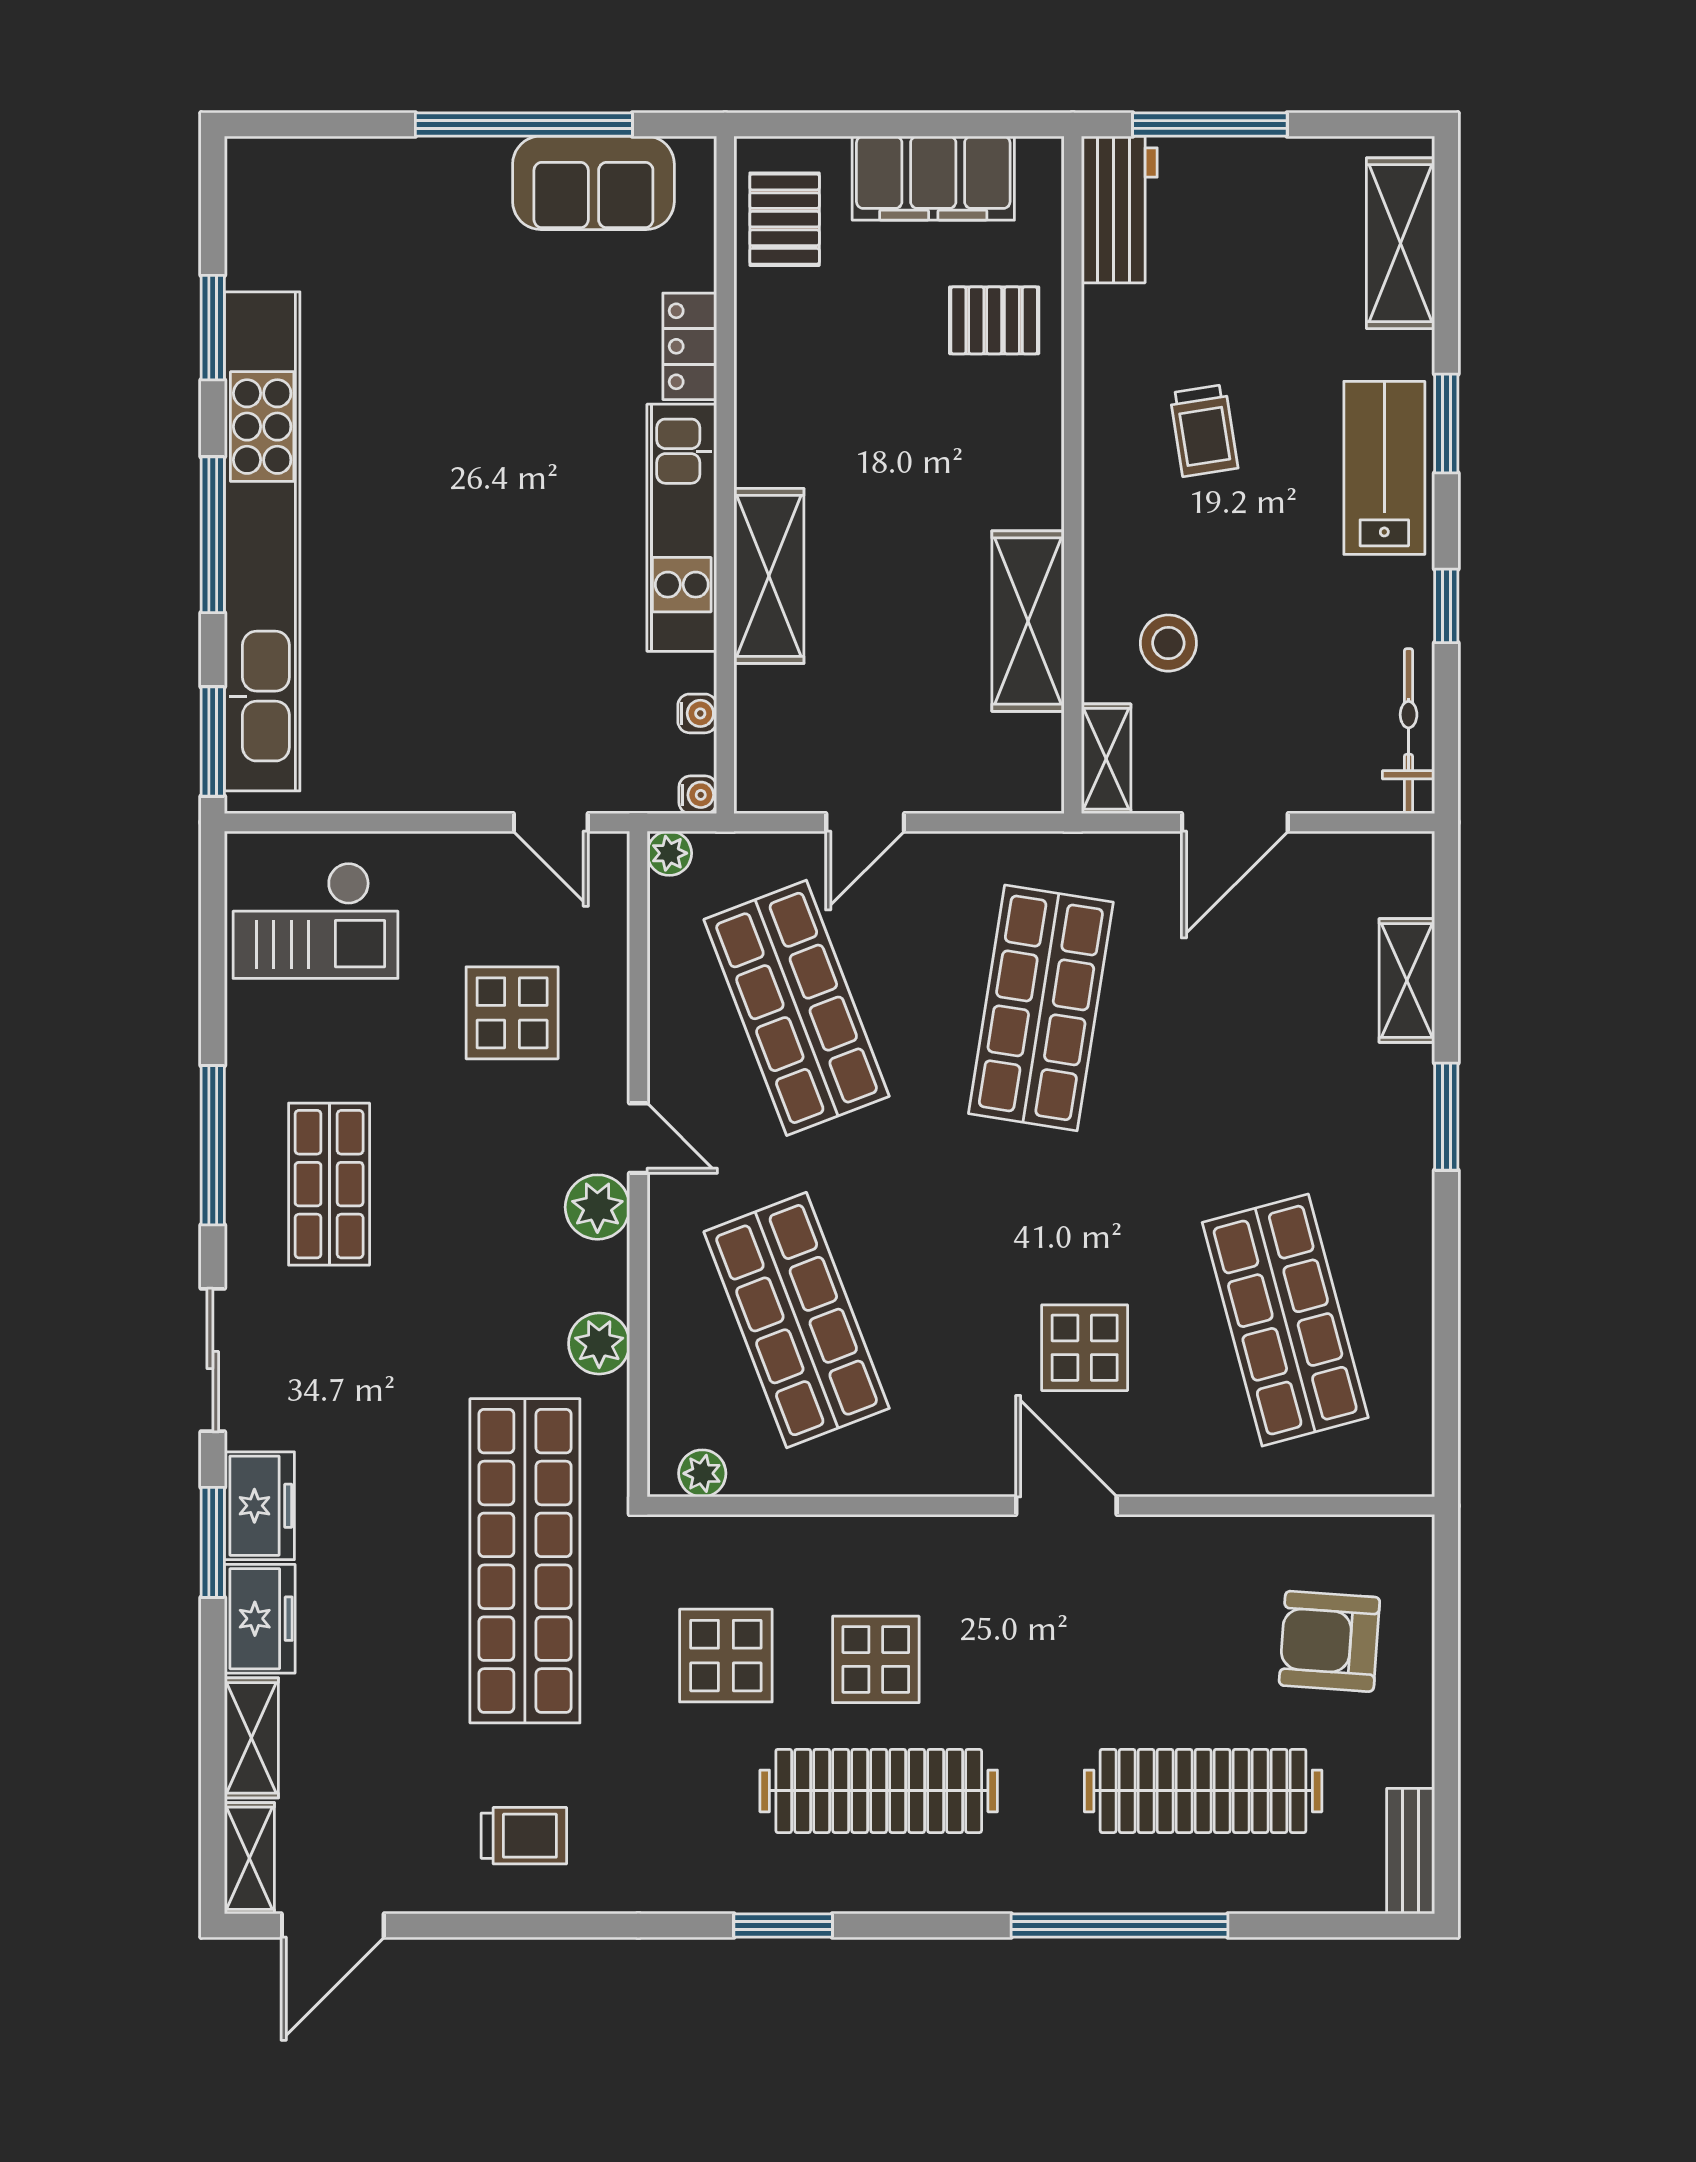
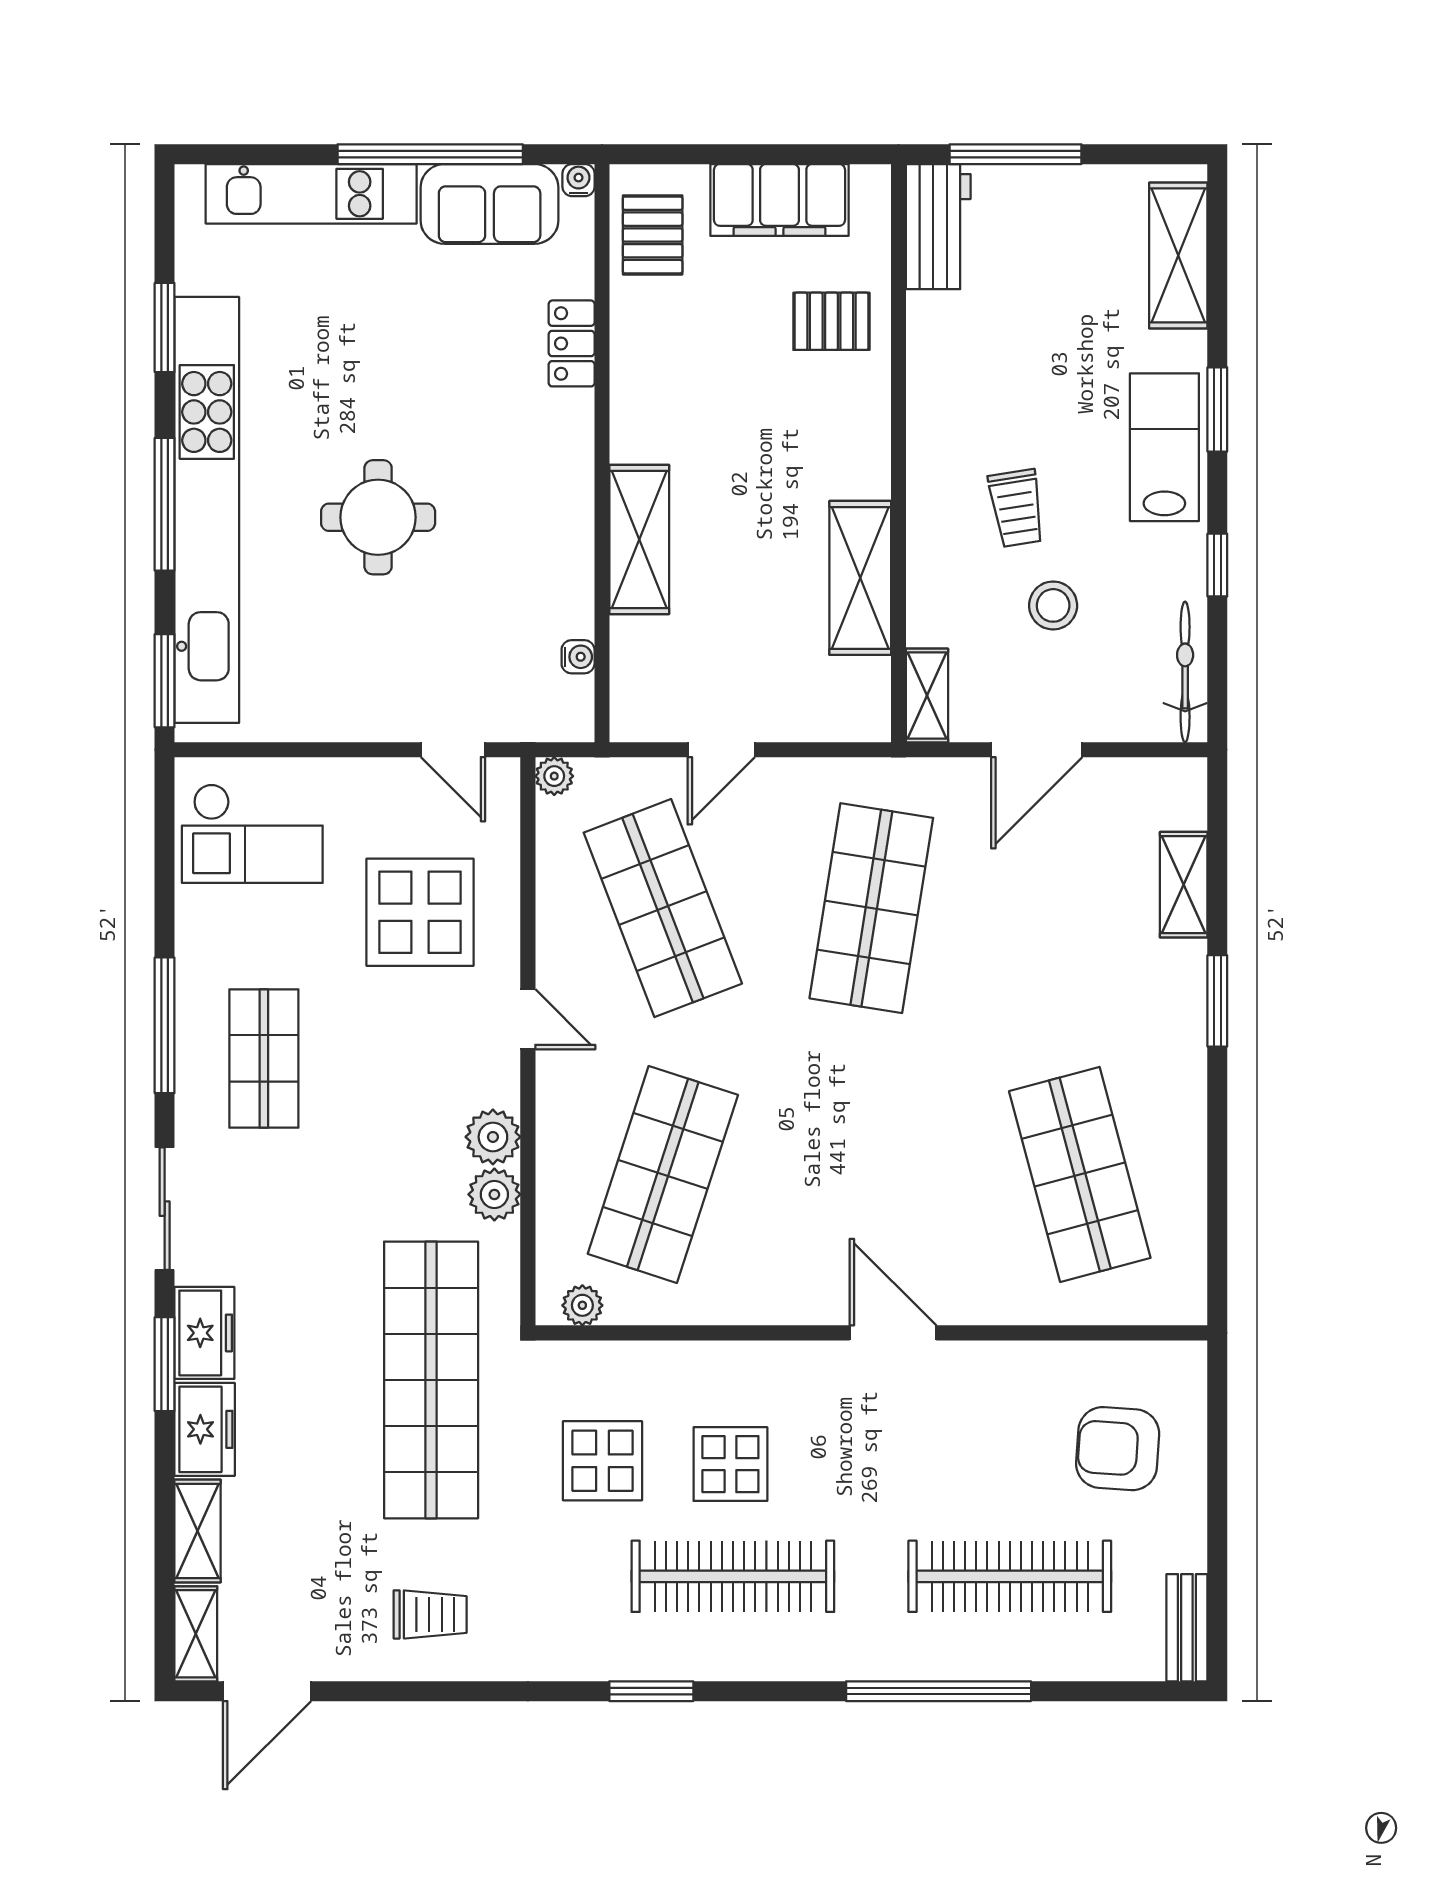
trolley: (1204, 431) -> (1017, 508), moved
kitchen unit: (682, 528) -> (311, 194), moved, turned -90
round table: (463, 550) -> (378, 517), added
stool: (1168, 643) -> (1053, 605), moved
water cooler: (698, 795) -> (579, 180), moved, turned -90
display table: (512, 1013) -> (420, 912), width x1.36, depth x1.36
plant: (597, 1207) -> (493, 1137), moved
shop shelf: (797, 1320) -> (663, 1174), turned 39
display table: (1085, 1348) -> (909, 1198), removed

